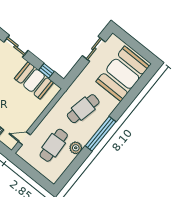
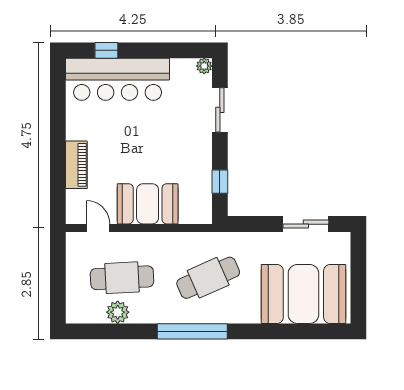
booth: (34, 80) -> (148, 204), moved, turned 90
cafe table: (83, 109) -> (208, 278), turned -36
plant: (76, 148) -> (118, 312), moved

